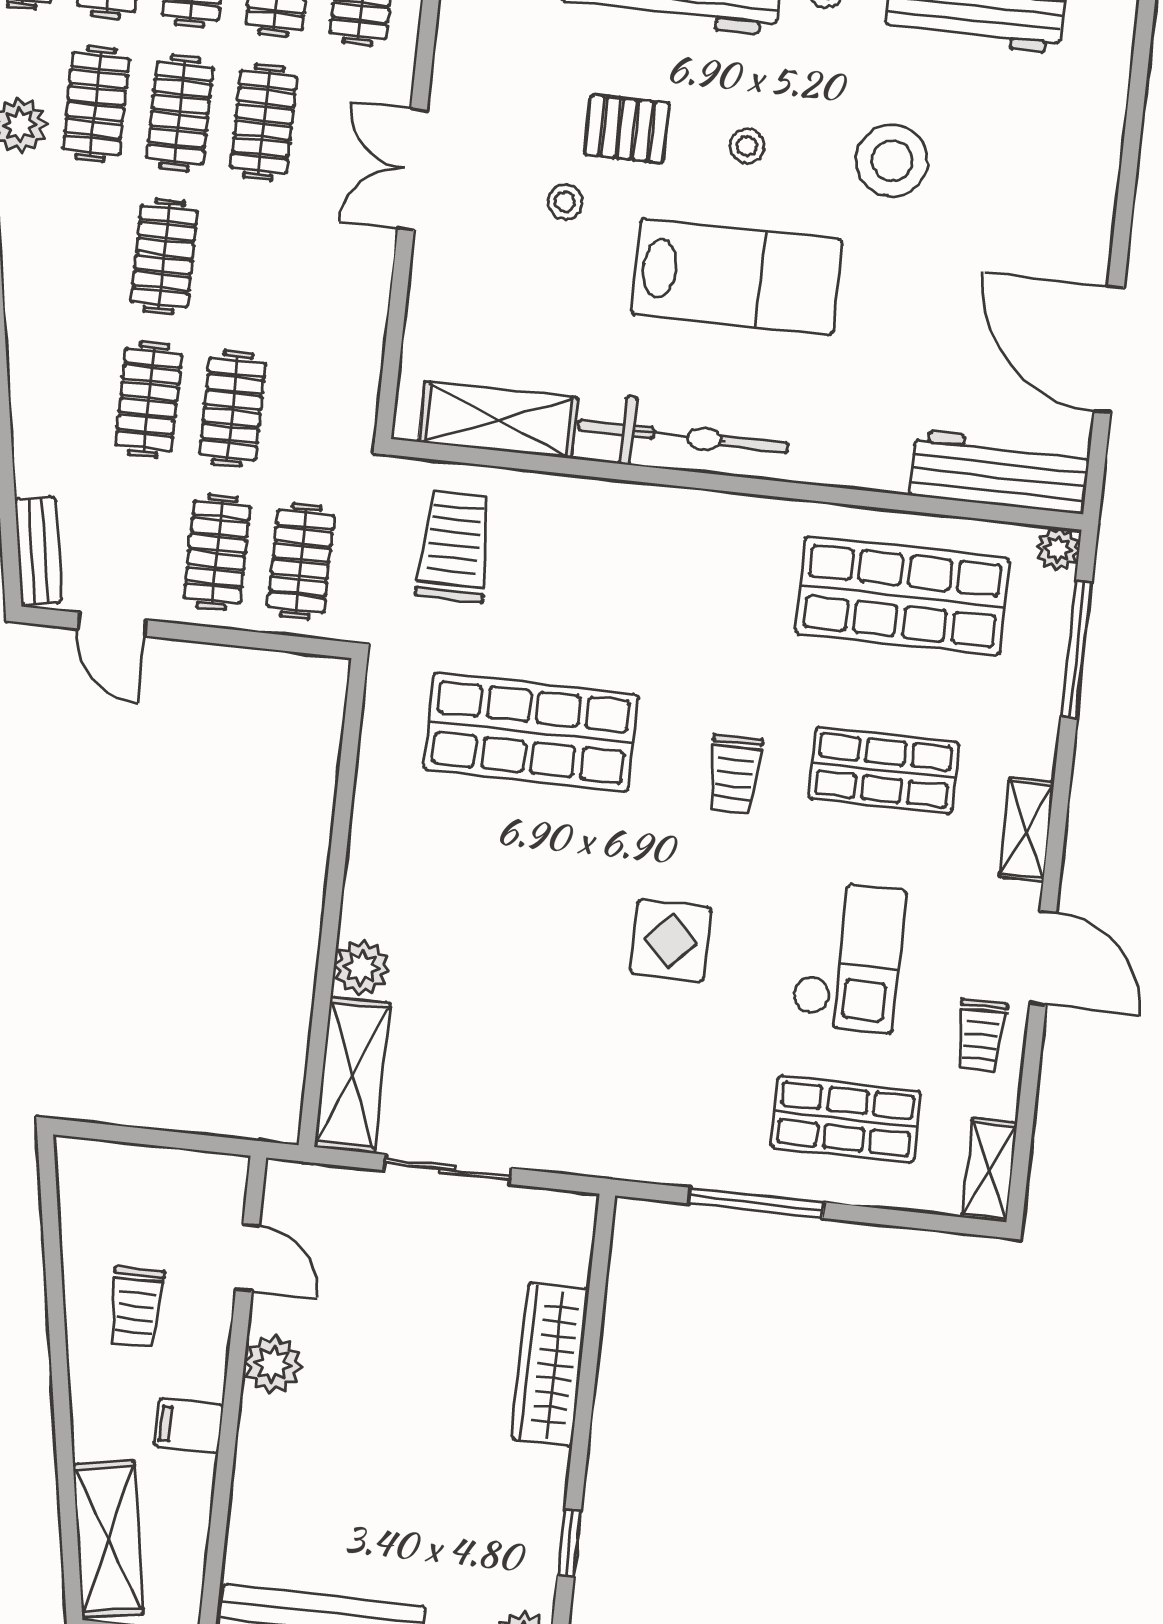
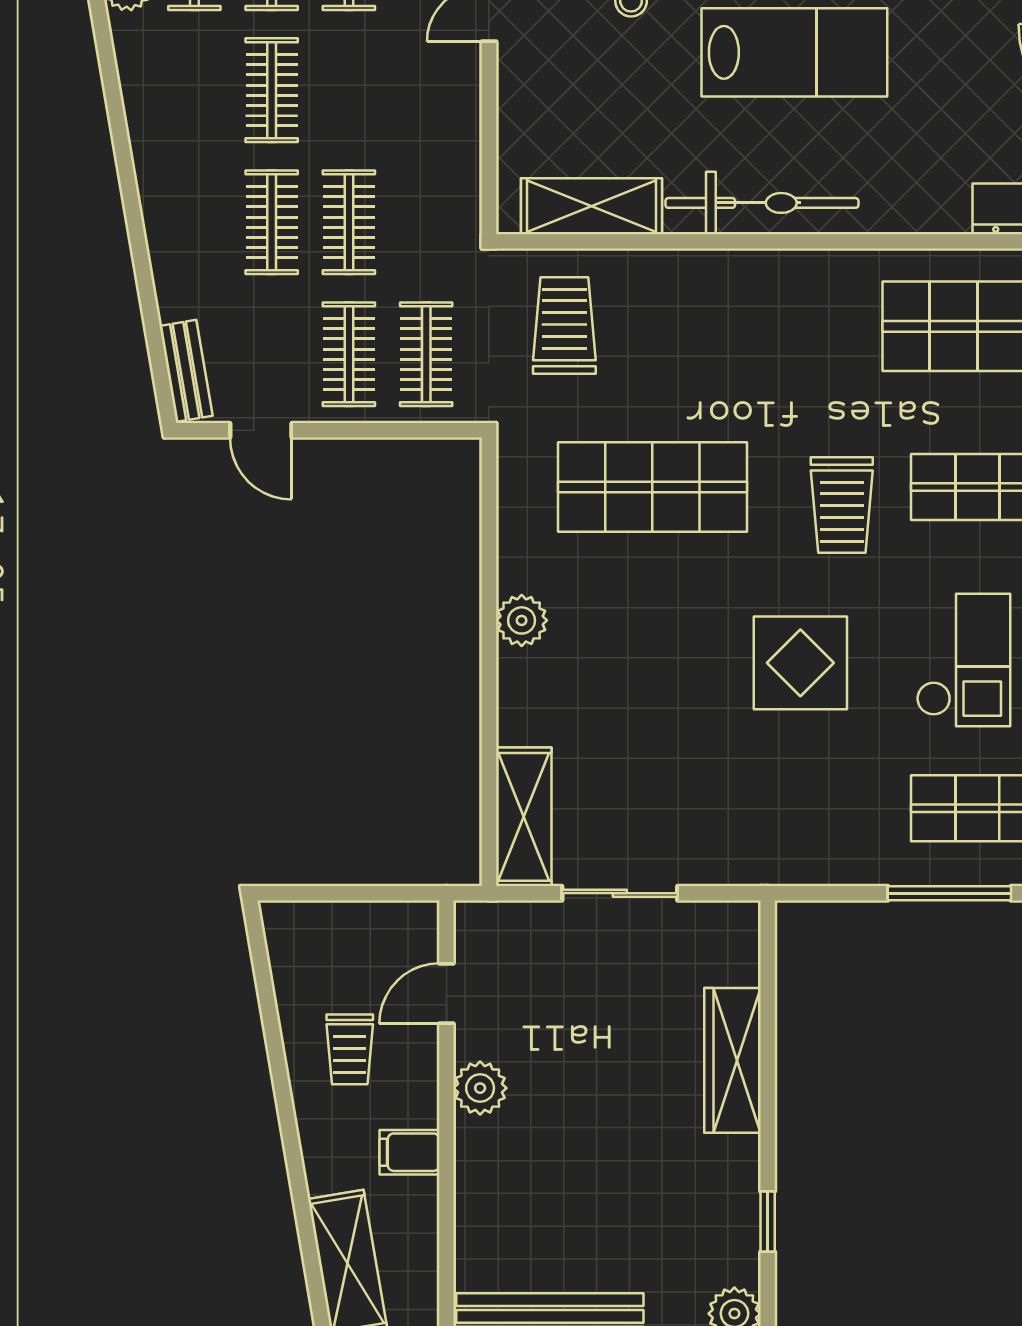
trolley: (734, 774) -> (842, 505), width x1.36, depth x1.39
display table: (671, 940) -> (800, 663), width x1.36, depth x1.36
plant: (362, 968) -> (522, 620), moved
window: (756, 1203) -> (949, 893), moved
door: (247, 1258) -> (446, 993), swing flipped

